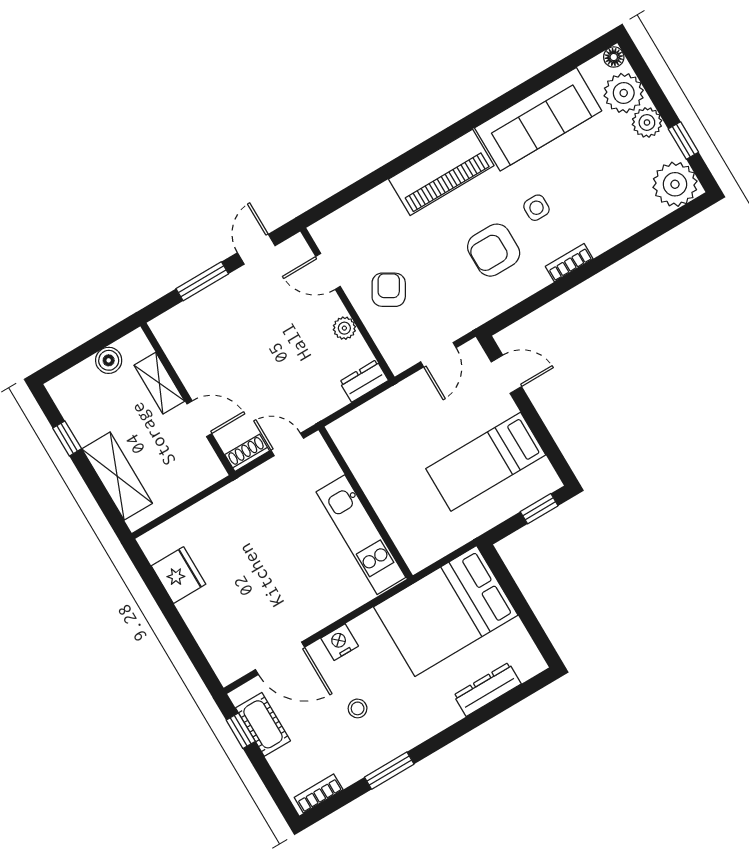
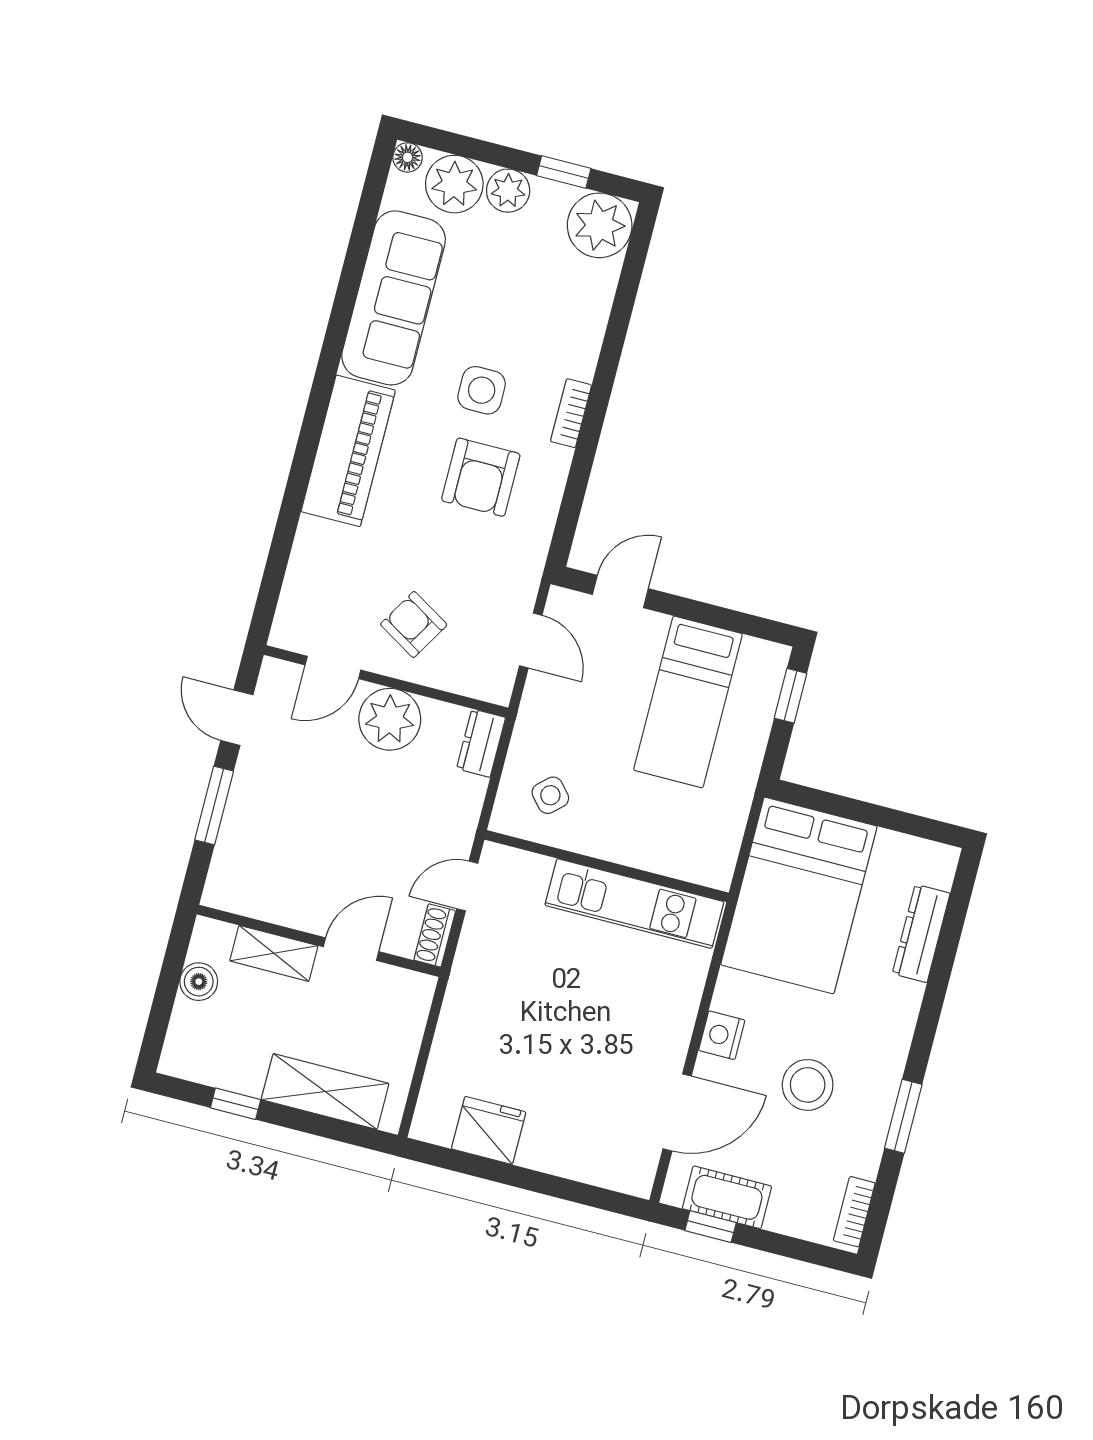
side table: (536, 208) -> (482, 390), width x1.37, depth x1.37
plant: (344, 328) -> (390, 719), width x1.87, depth x1.87
side table: (373, 440) -> (550, 795), added
stool: (358, 708) -> (808, 1085), width x1.89, depth x1.89

